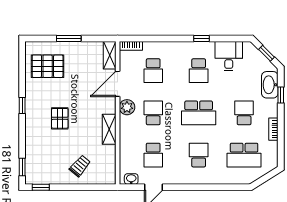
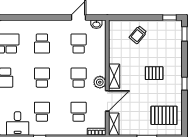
school desk: (153, 113) -> (79, 78), turned 180
school desk: (199, 113) -> (42, 78), width x0.54
pallet: (60, 118) -> (154, 73), turned 90
shelving: (109, 129) -> (114, 76), moved

